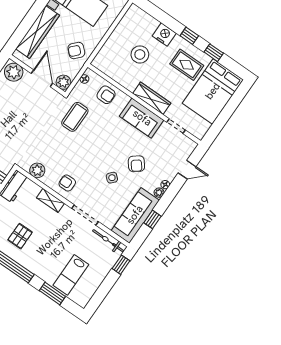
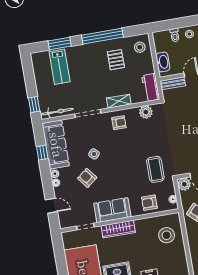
stool: (140, 54) -> (167, 235), moved
door: (187, 170) -> (51, 206), swing flipped
lab bench: (71, 275) -> (60, 67), turned 180

